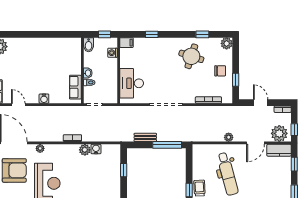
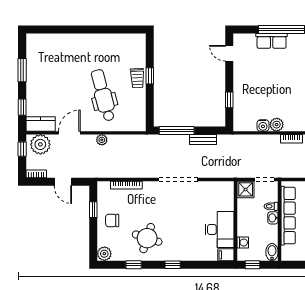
window: (152, 34) -> (173, 265), moved
desk: (132, 83) -> (220, 230), moved
row of seats: (75, 87) -> (288, 216), width x2.02
shower: (110, 96) -> (246, 189), added

